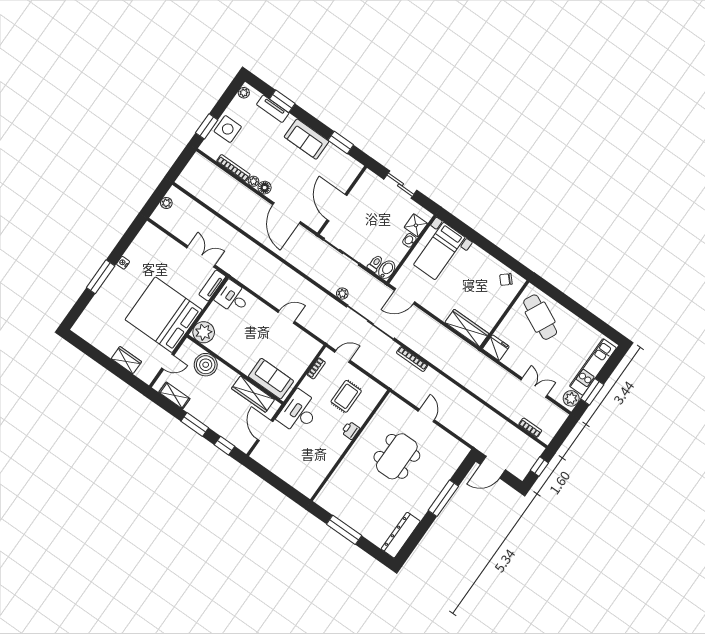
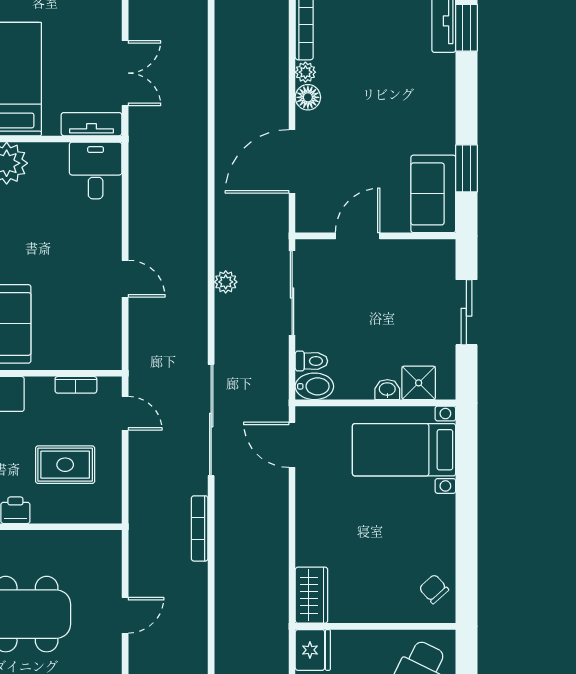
sofa: (307, 139) -> (433, 194), moved
door: (337, 208) -> (358, 236), width x0.73
plant: (342, 294) -> (226, 282), moved
wardrobe: (467, 328) -> (311, 595), width x0.67

